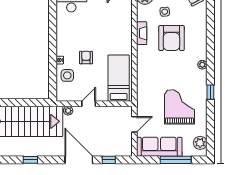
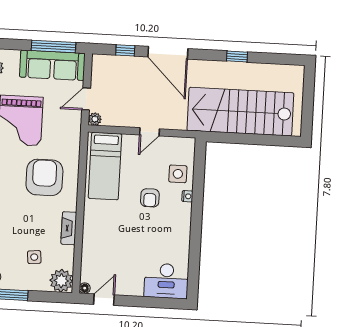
armchair: (171, 38) -> (44, 177), moved
plant: (68, 111) -> (95, 119), moved
window: (176, 160) -> (54, 47), moved

